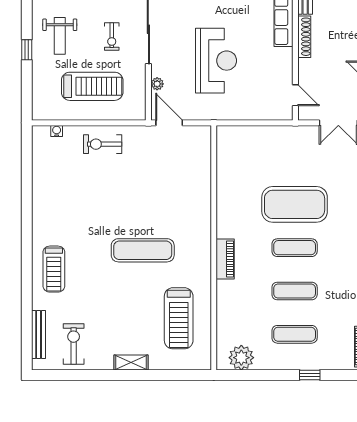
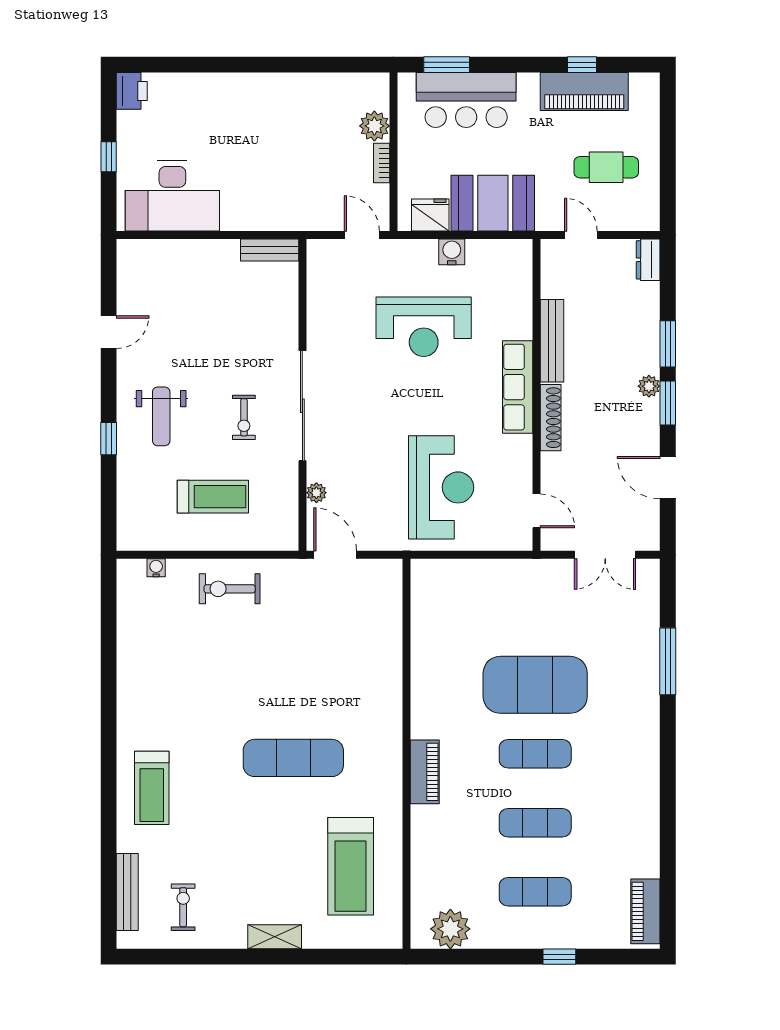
reception desk: (216, 61) -> (441, 487), moved
treadmill: (92, 86) -> (213, 497), width x0.73, depth x0.73
exercise bike: (74, 344) -> (183, 907), width x0.73, depth x0.72

